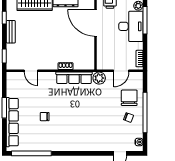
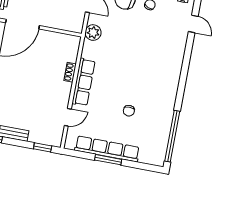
row of seats: (74, 78) -> (83, 82), moved
row of seats: (12, 122) -> (107, 149), moved

